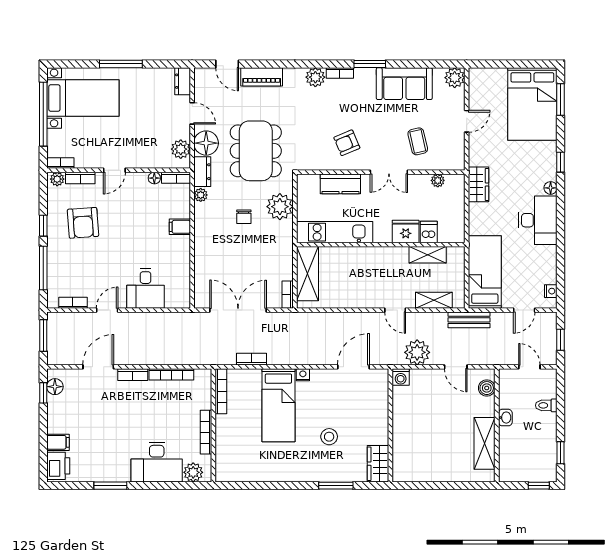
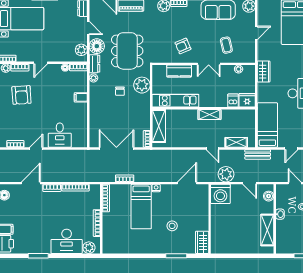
fridge: (406, 232) -> (247, 100), moved
shelving: (428, 255) -> (209, 114), moved
washing machine: (401, 377) -> (220, 194), width x1.89, depth x1.89

